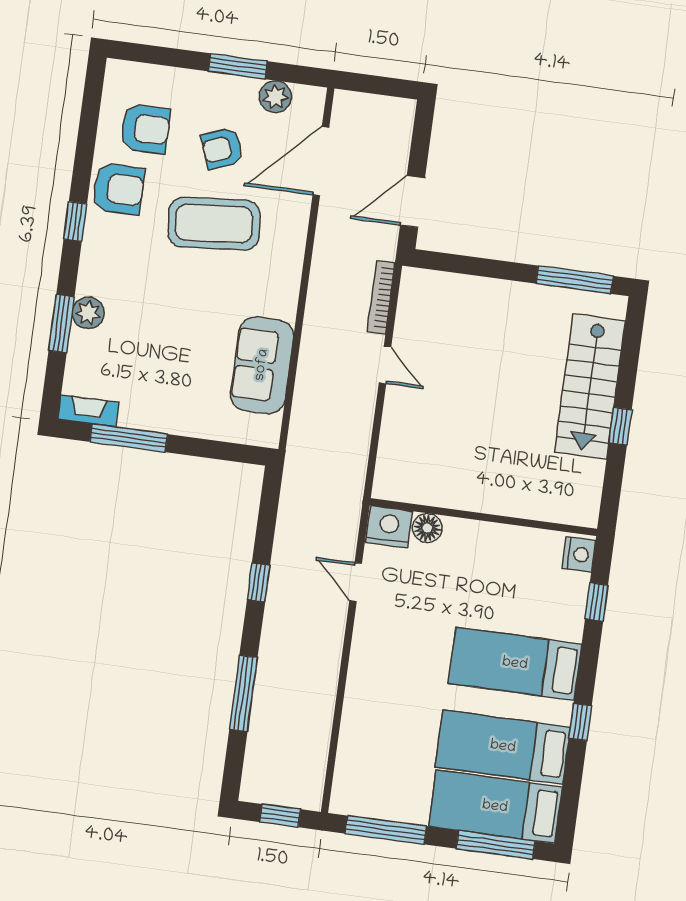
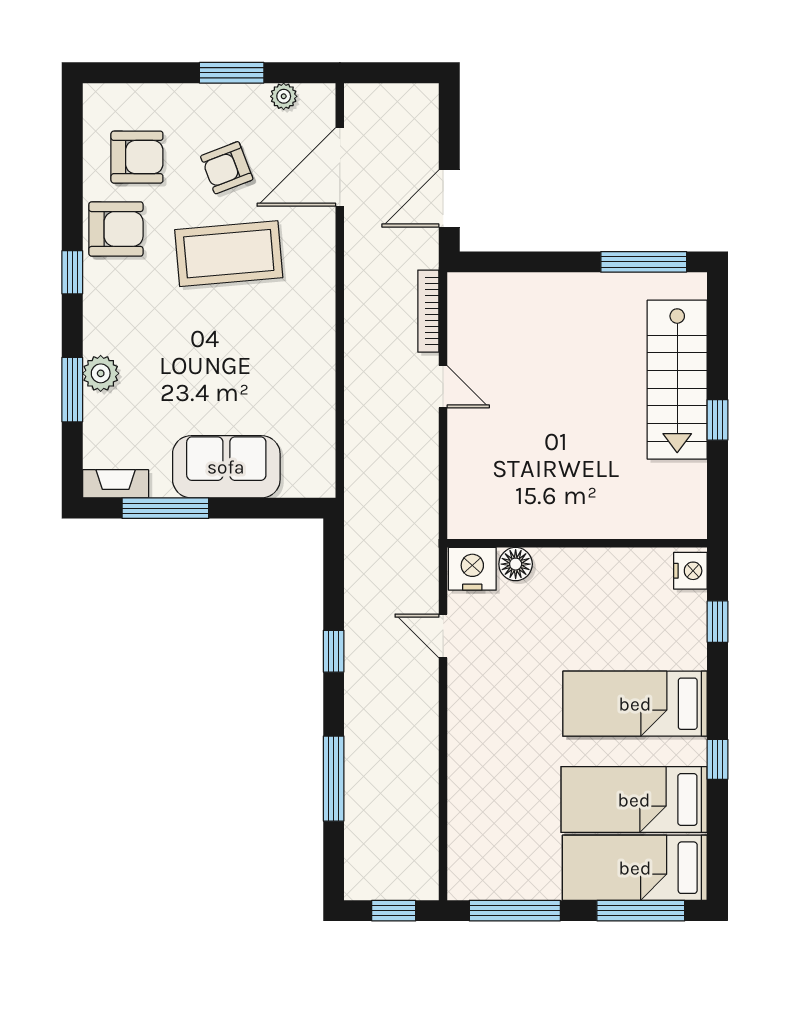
plant: (275, 97) -> (284, 96), width x0.73, depth x0.73
sofa: (262, 365) -> (226, 467), moved, turned 90

